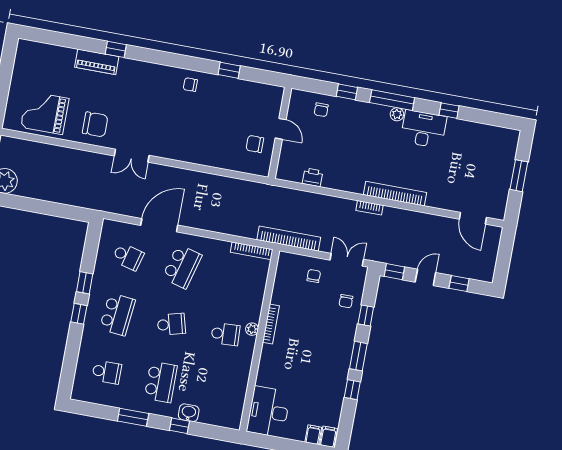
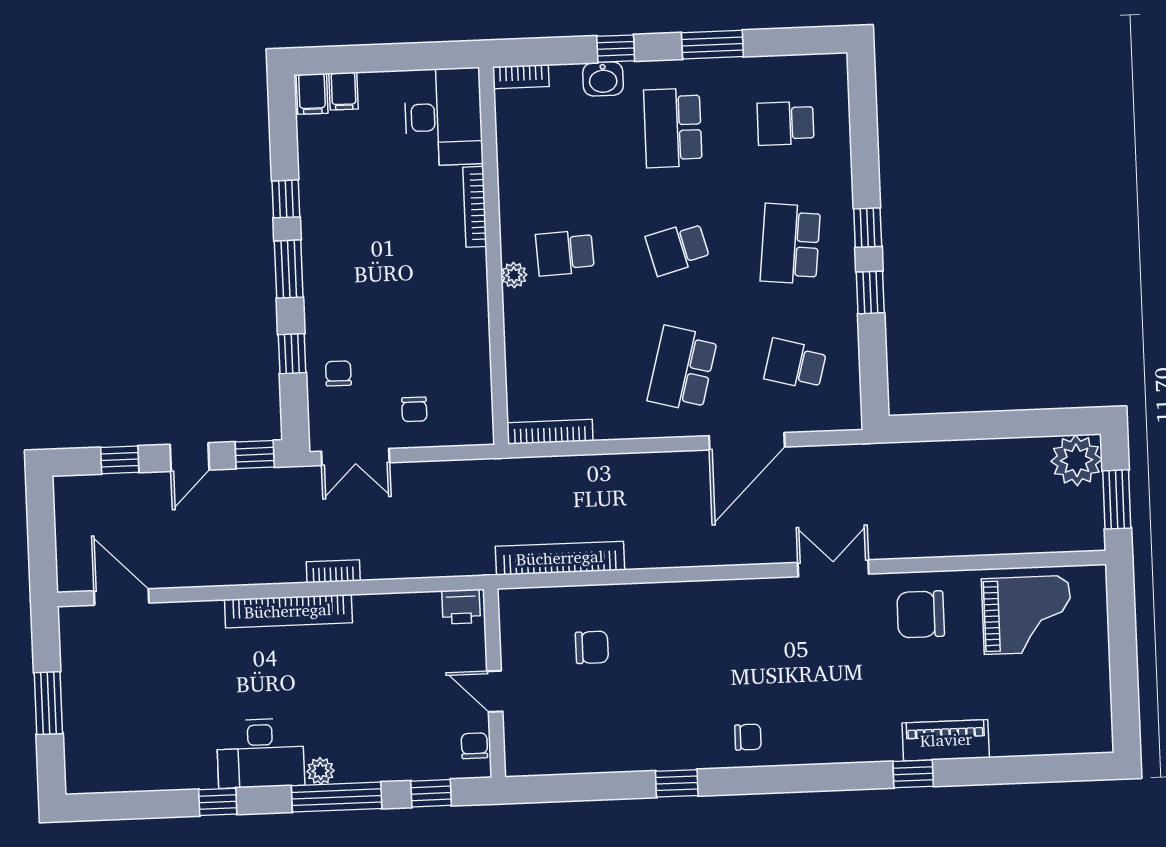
door: (281, 129) -> (495, 691), moved
wall: (280, 133) -> (494, 683), moved
bookcase: (289, 239) -> (560, 558), moved, turned 180
bookcase: (271, 324) -> (475, 207), moved
bookcase: (227, 423) -> (521, 77), added

